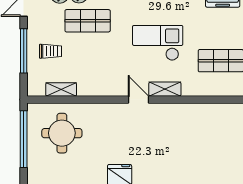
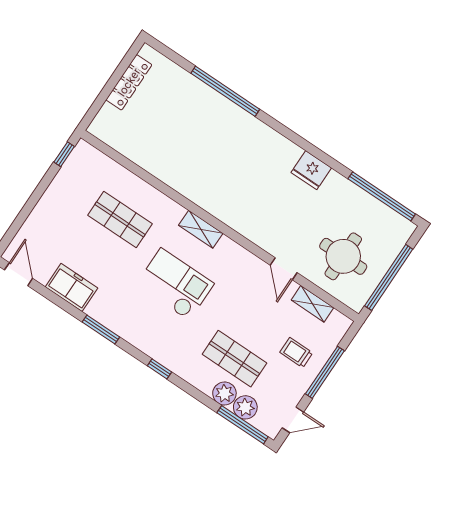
checkout: (158, 43) -> (175, 284), turned 180
door: (138, 100) -> (284, 269), moved

